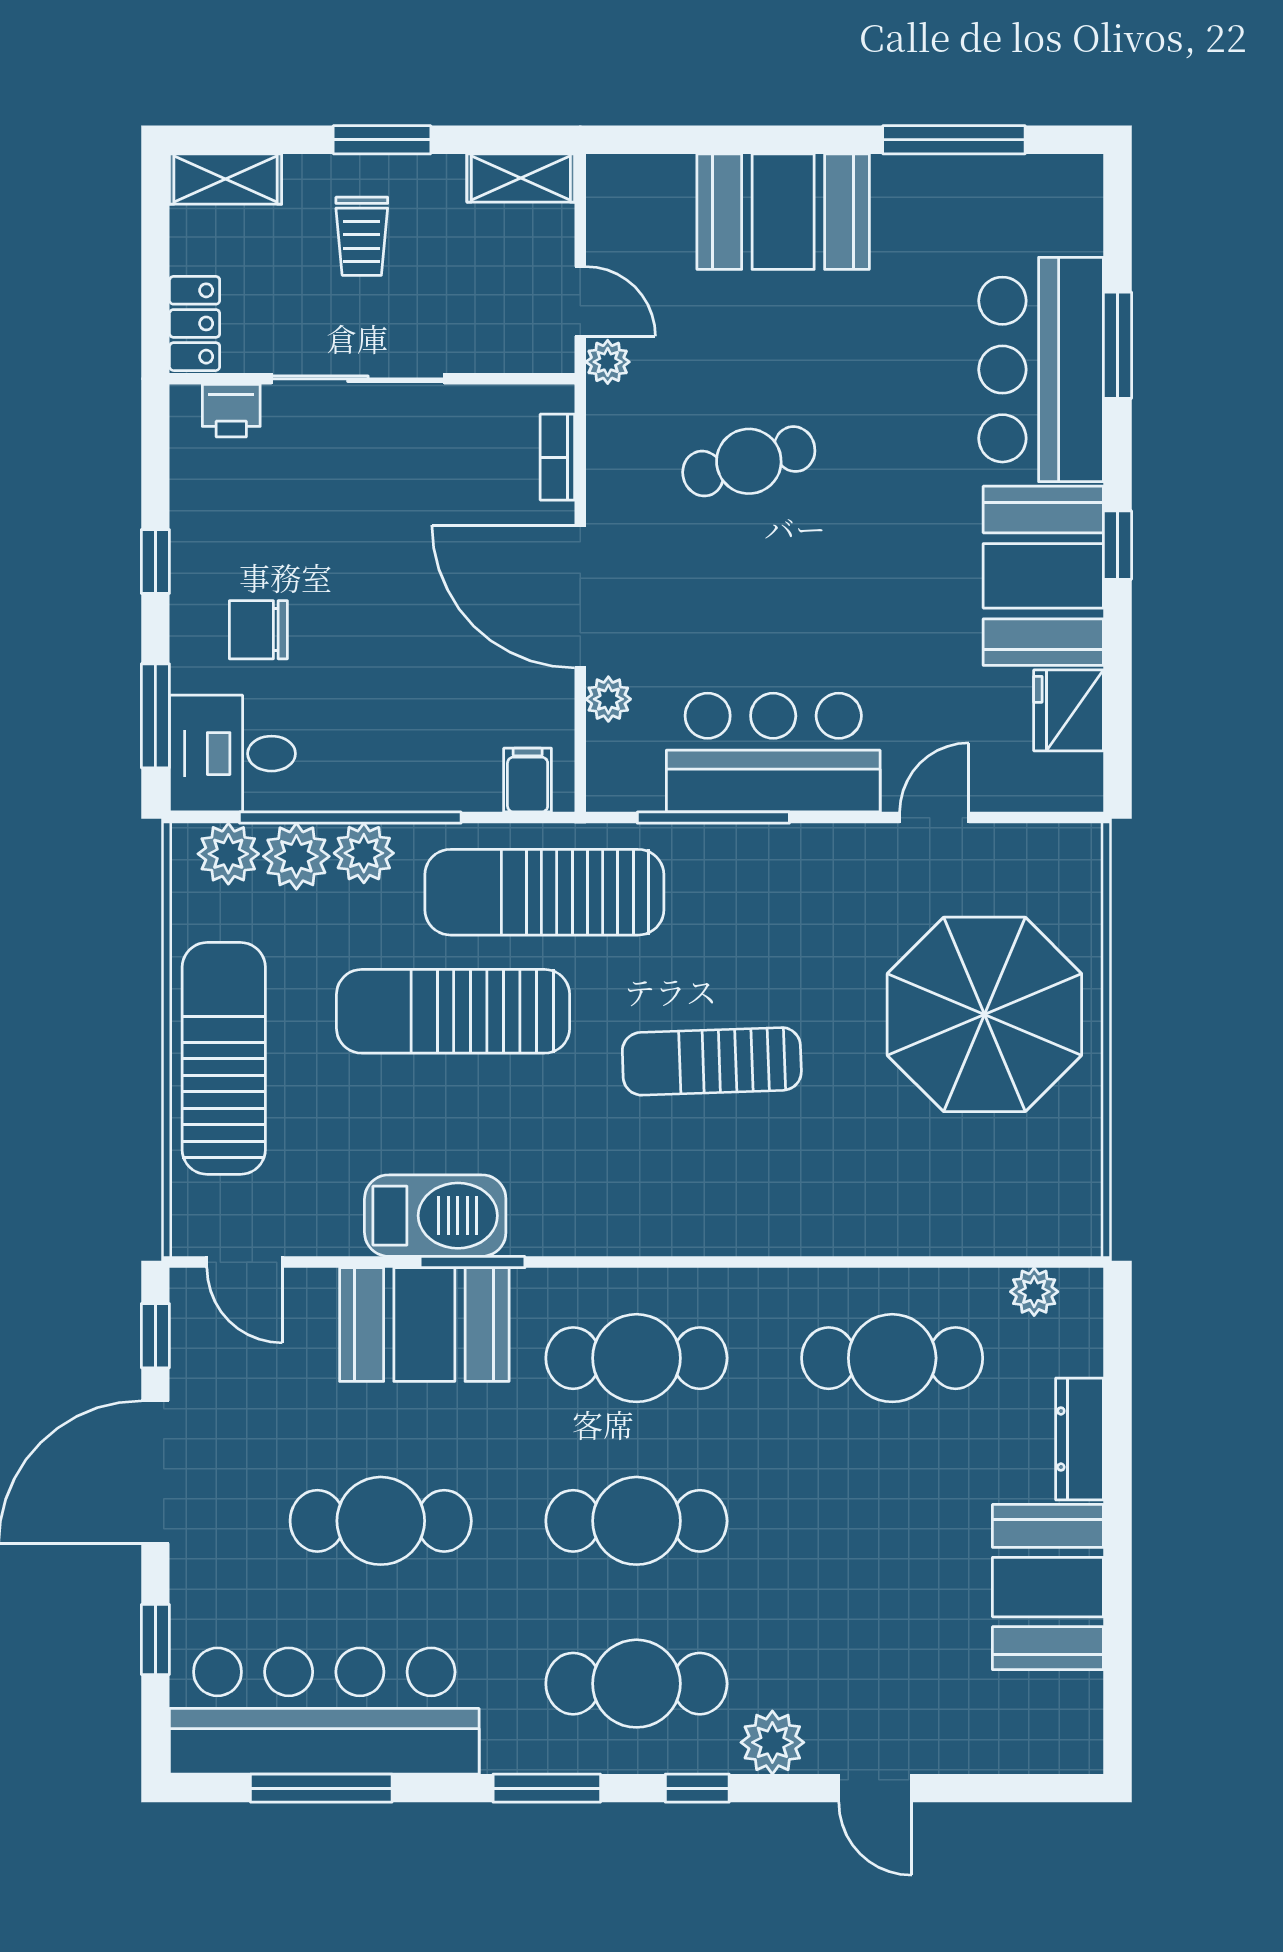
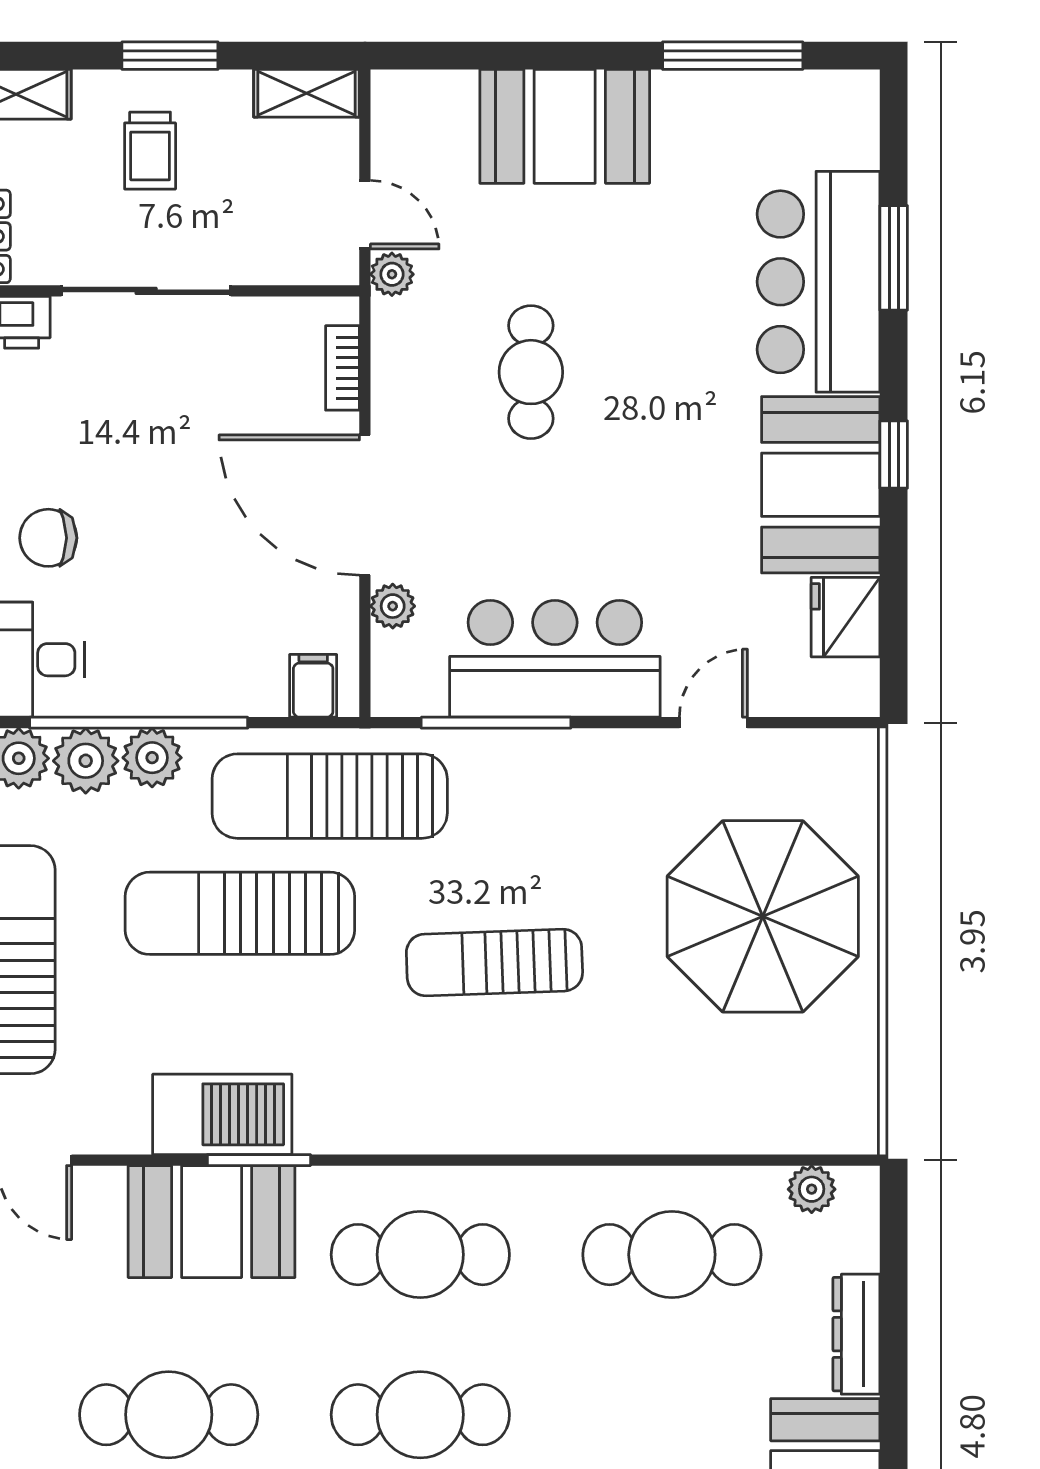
cafe table: (749, 461) -> (531, 372), turned -75

